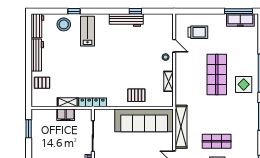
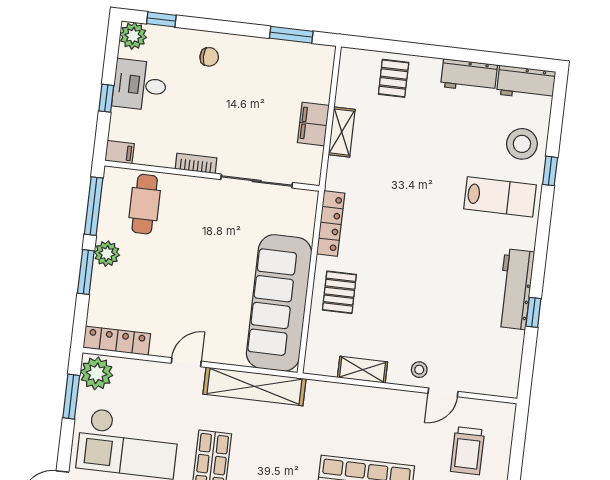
workbench: (37, 55) -> (469, 76), width x0.73
locker: (93, 102) -> (331, 223), moved

